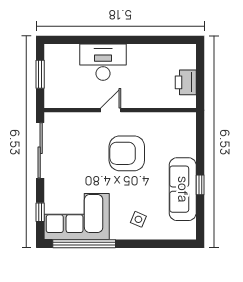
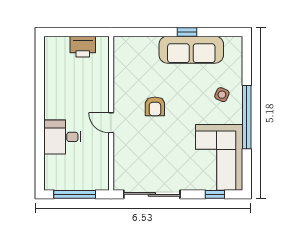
desk: (103, 62) -> (62, 137), width x0.73
window: (40, 74) -> (75, 194), width x1.44
armchair: (127, 153) -> (155, 106), width x0.53, depth x0.53
window: (84, 244) -> (247, 117), moved

